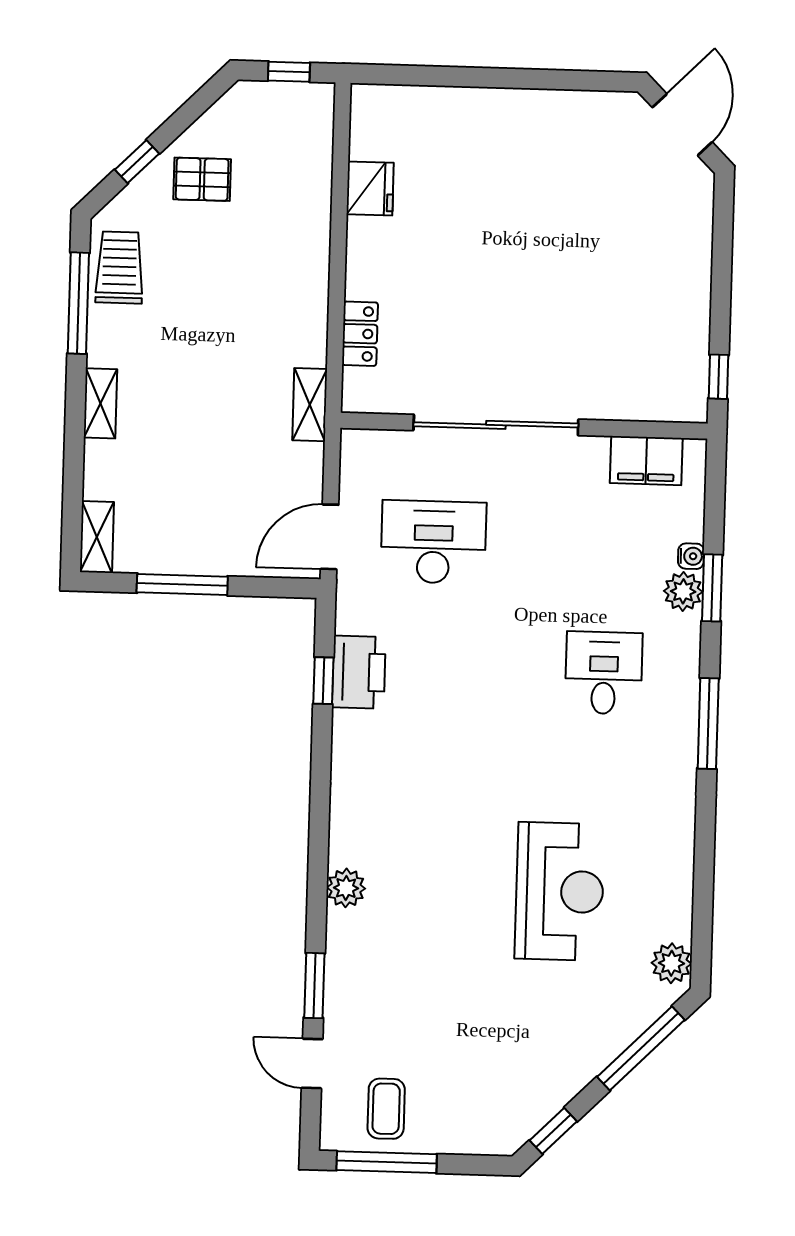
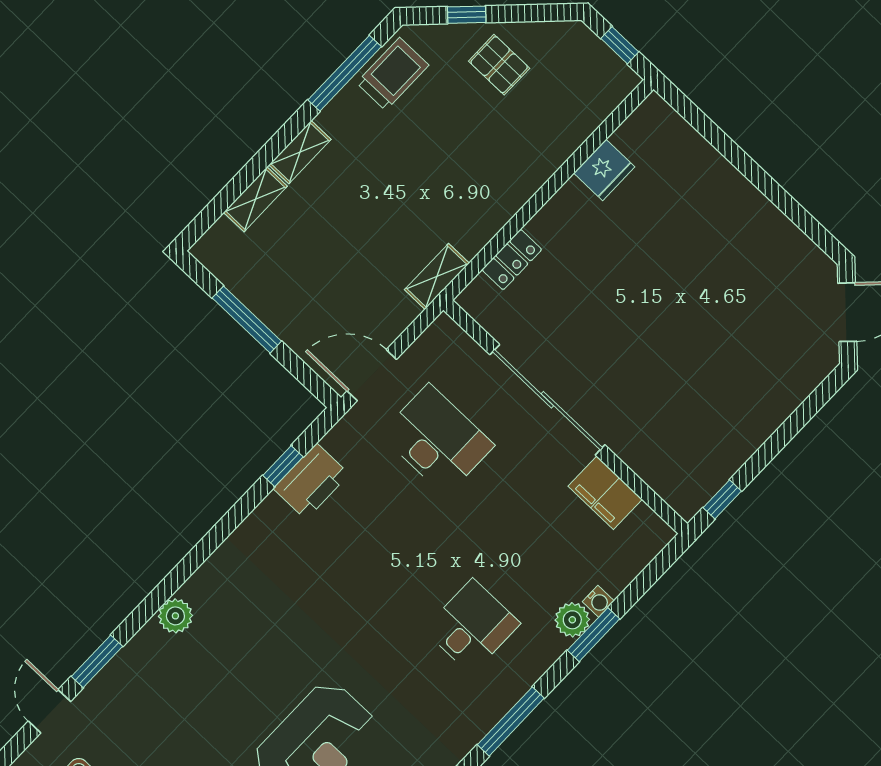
filing cabinet: (646, 461) -> (605, 493), moved
shelving: (97, 537) -> (255, 199), moved

